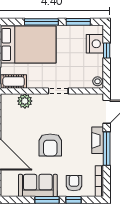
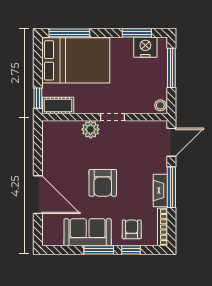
window: (41, 22) -> (69, 33), moved
nightstand: (95, 44) -> (145, 47), moved, turned -90
window: (107, 51) -> (171, 68), width x2.17
plant: (25, 101) -> (91, 129), moved
fireplace: (98, 140) -> (160, 190), moved

